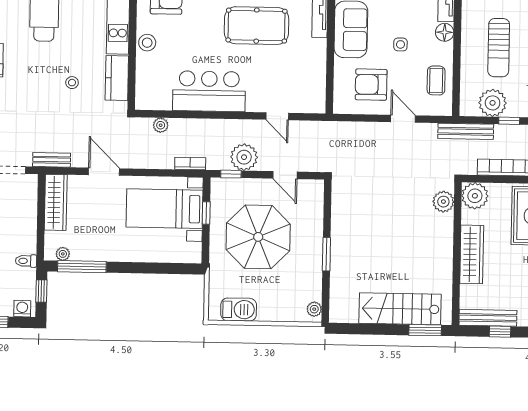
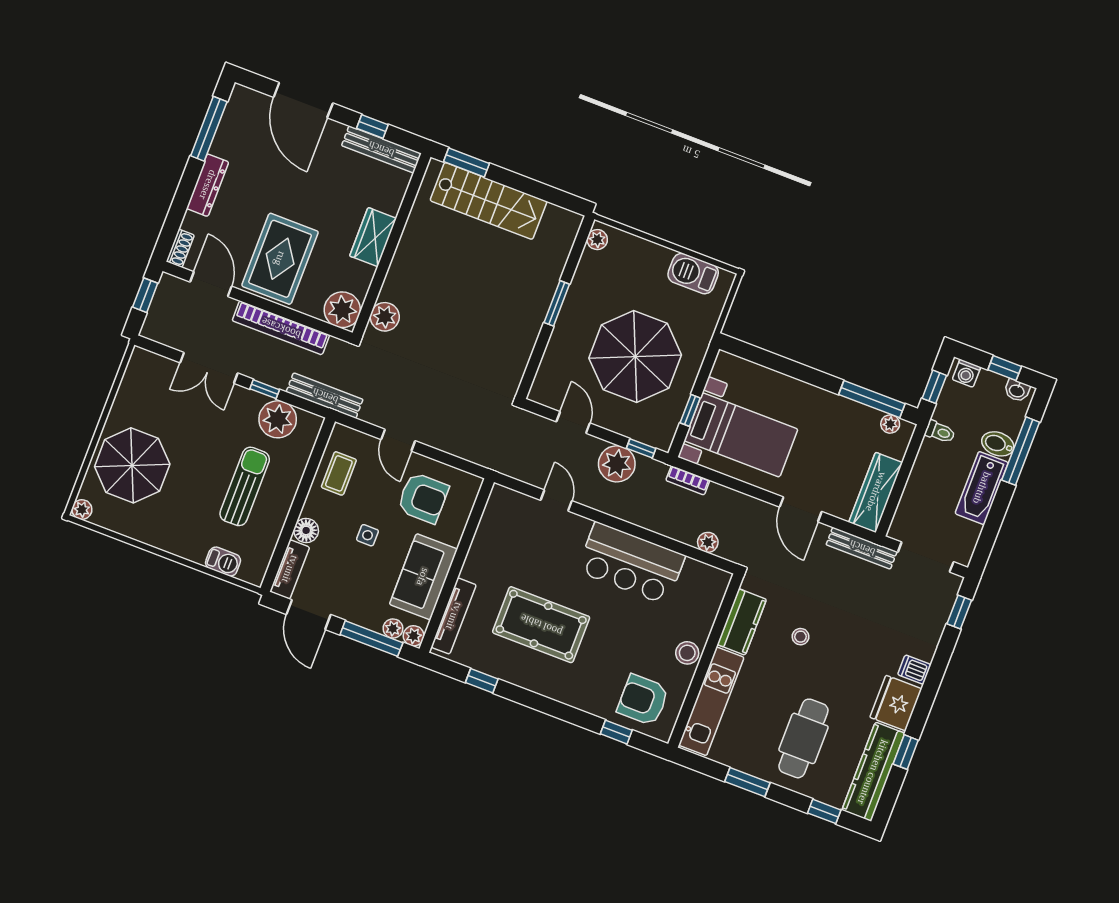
bench: (52, 160) -> (862, 548), width x1.36
wardrobe: (472, 254) -> (373, 237), width x0.67

